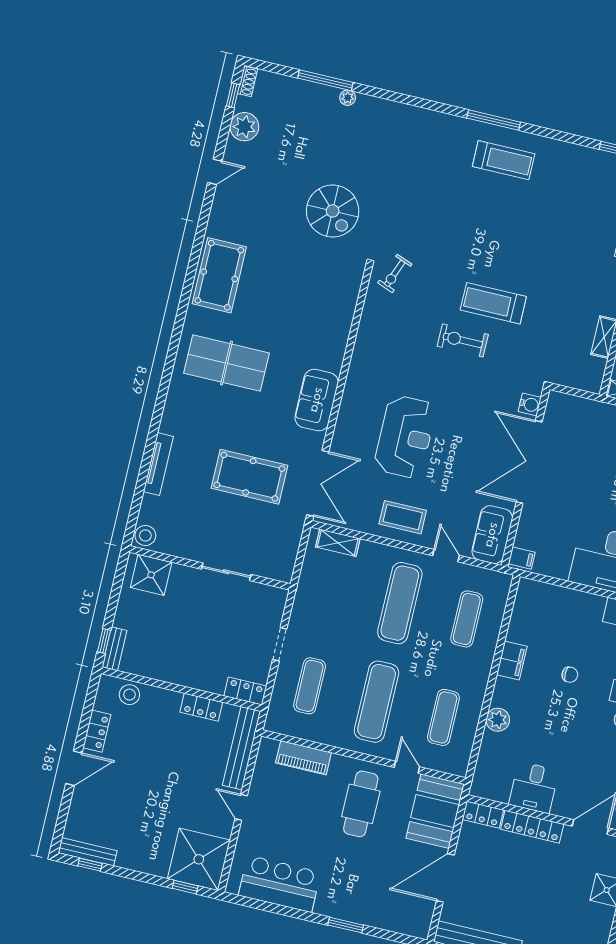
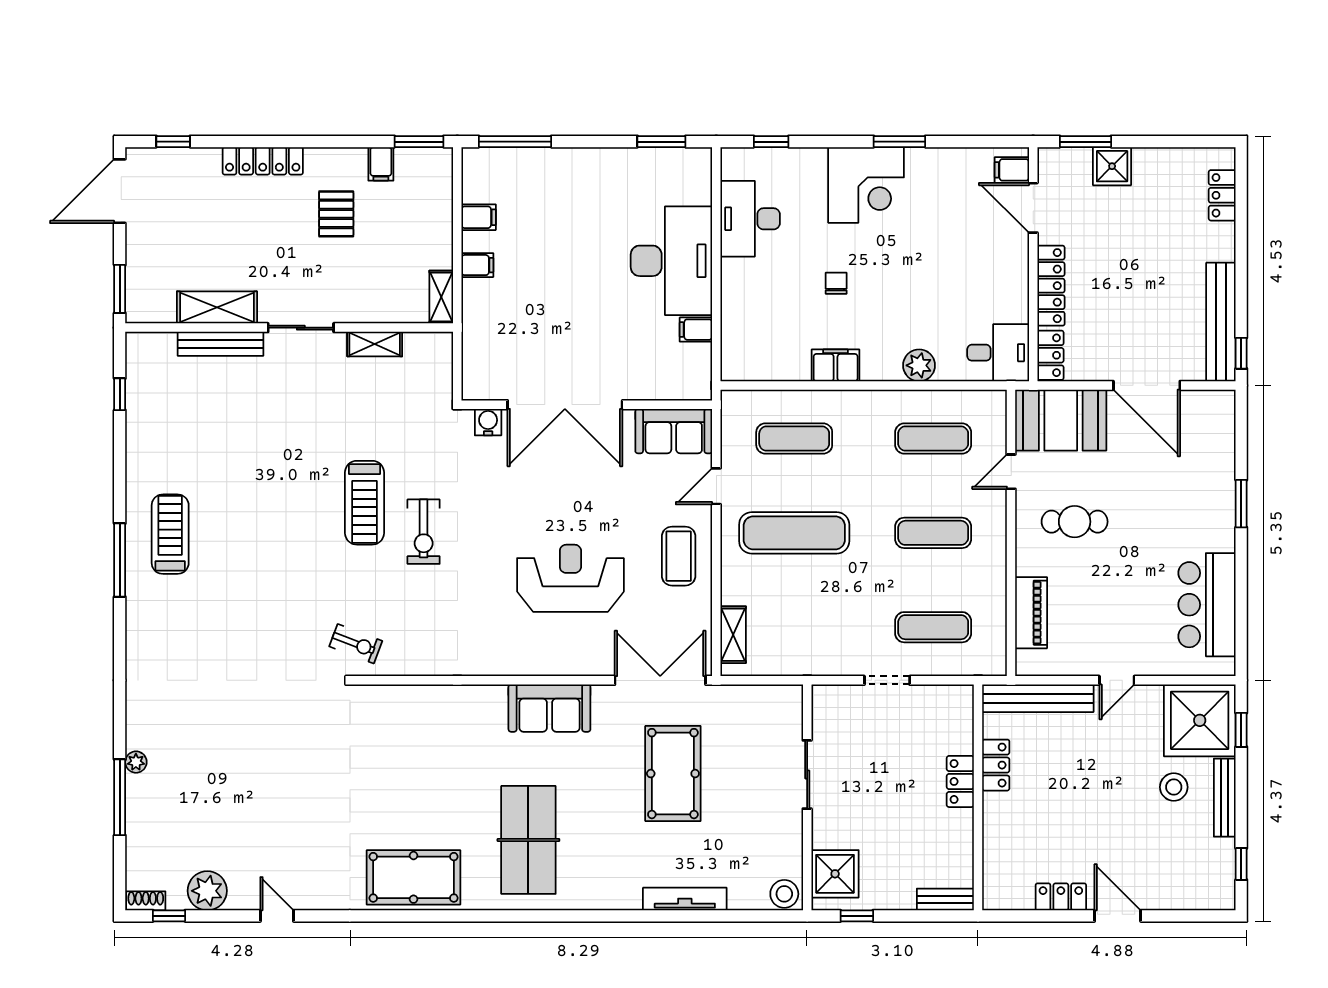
spiral stairs: (333, 211) -> (292, 746), removed
filing cabinet: (522, 558) -> (696, 330), moved, turned -90
window: (104, 641) -> (857, 916), moved
locker: (245, 691) -> (960, 781), moved
stool: (129, 695) -> (1174, 787), moved
exercise mat: (377, 702) -> (933, 533), width x0.73, depth x0.69
desk: (534, 788) -> (998, 353), moved
cafe table: (361, 804) -> (1075, 522), width x0.73, depth x0.74
bench: (88, 852) -> (1225, 798), moved

